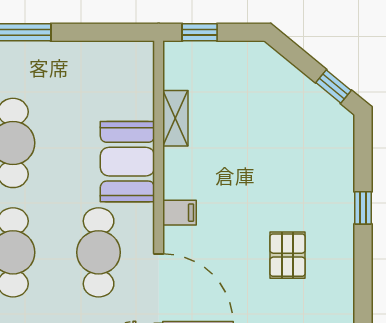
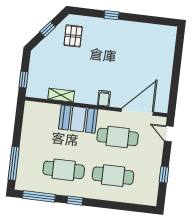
window: (333, 87) -> (48, 29), moved
pallet: (288, 255) -> (73, 36), moved, turned 90

